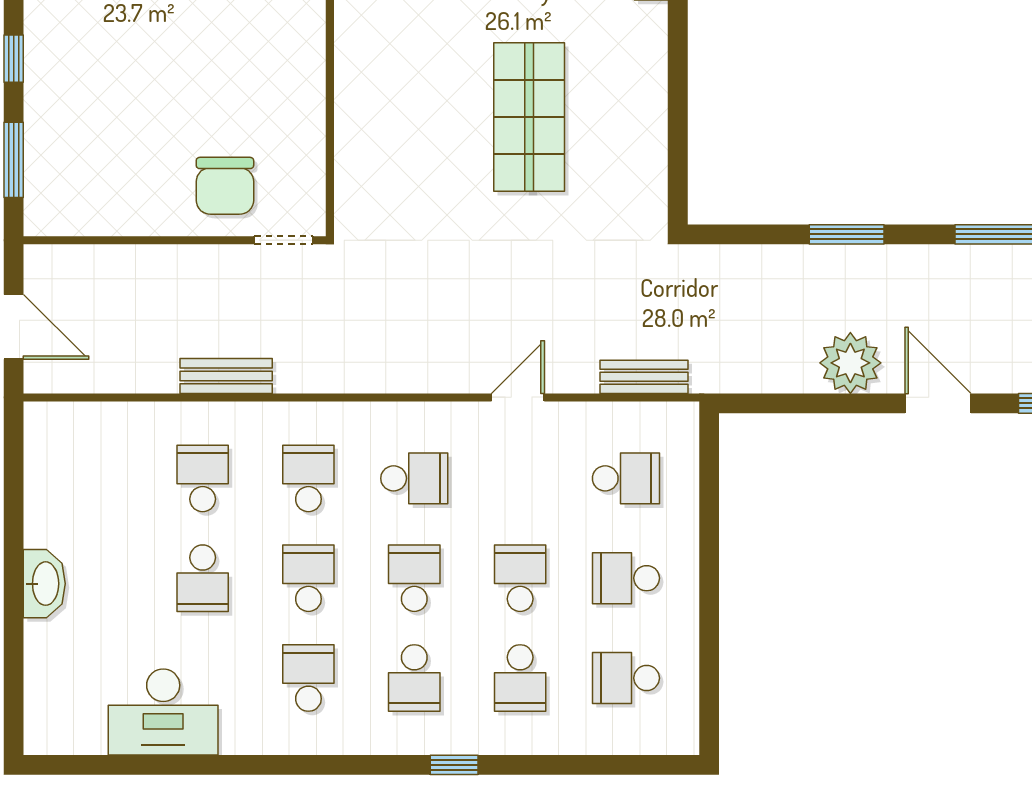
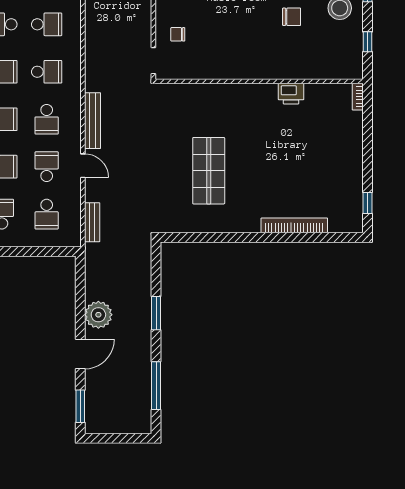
shop shelf: (529, 117) -> (209, 171), turned 90
chair: (225, 186) -> (178, 34), width x0.54, depth x0.54
bench: (226, 376) -> (93, 121), moved, width x1.36
school desk: (520, 478) -> (47, 167), added

